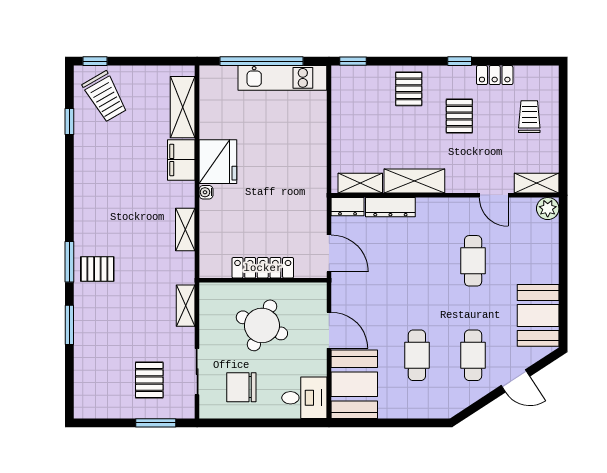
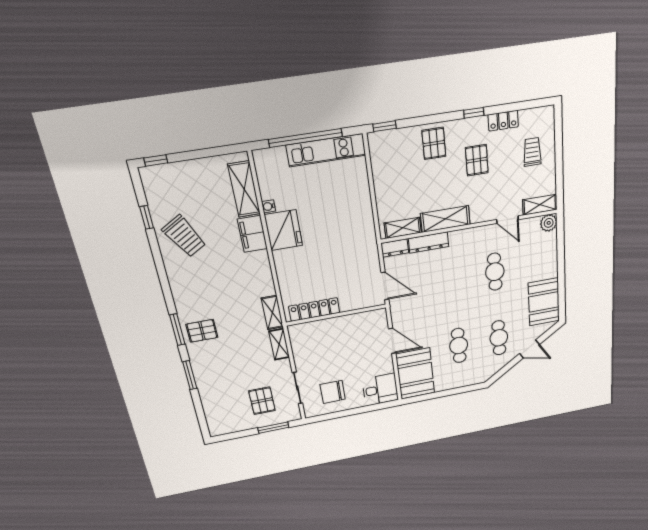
trolley: (105, 97) -> (184, 236), moved
water cooler: (206, 192) -> (269, 206), moved
shelving: (185, 229) -> (272, 313), moved
locker: (263, 268) -> (314, 310), moved
round table: (262, 325) -> (341, 347), removed

